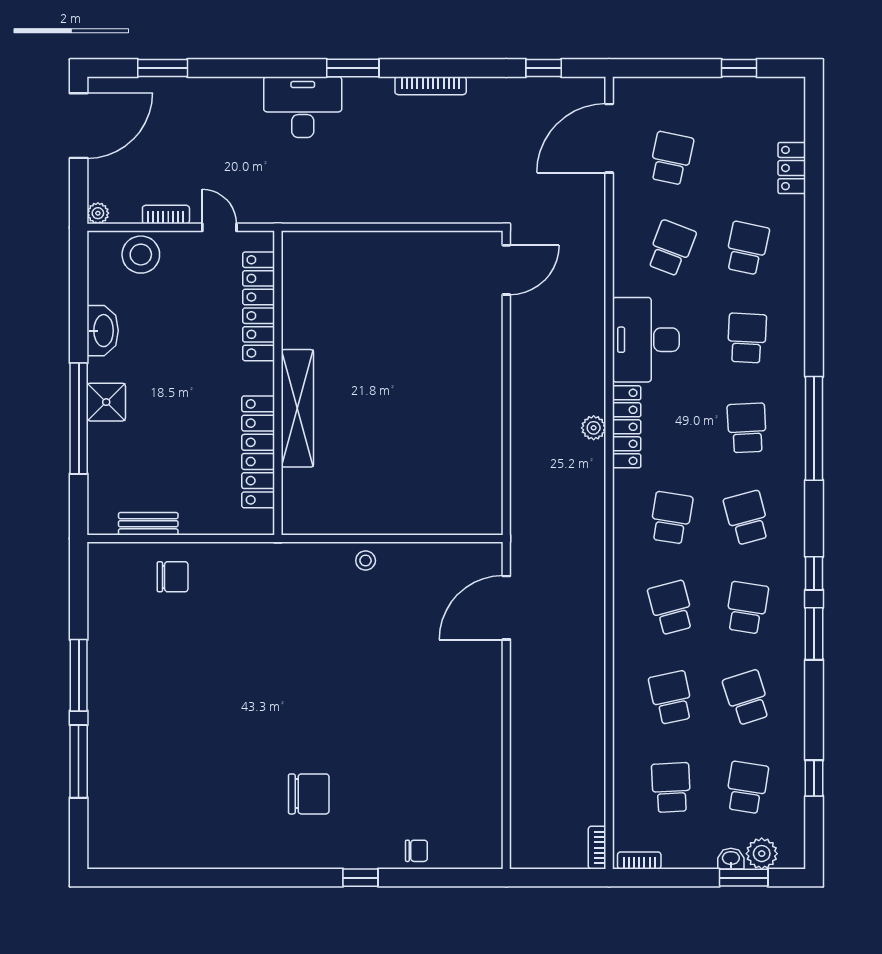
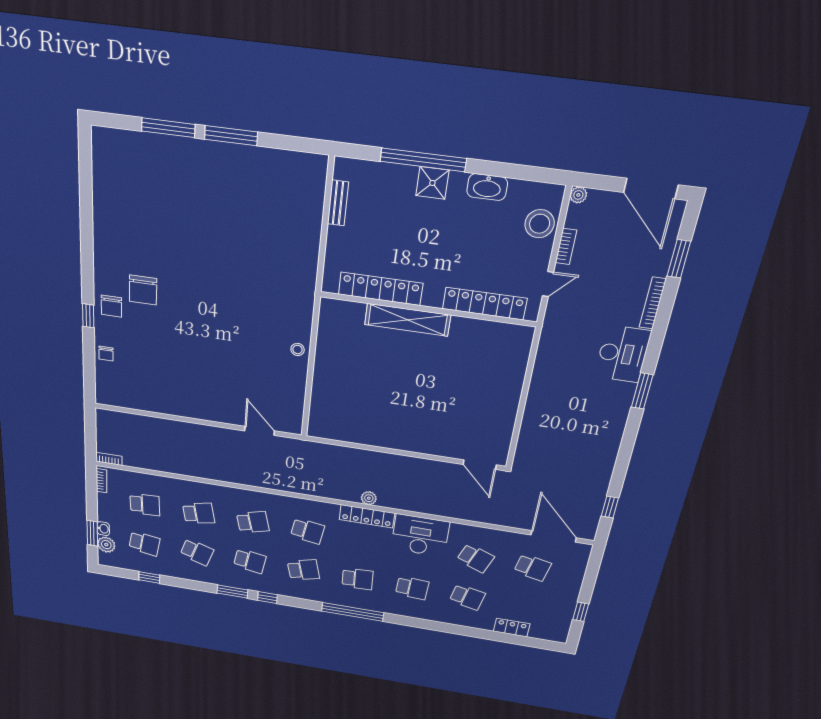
bookcase: (431, 86) -> (653, 303), moved
chair: (173, 577) -> (111, 306), moved
door: (506, 608) -> (260, 431), width x0.73
school desk: (747, 698) -> (197, 552), turned 36

